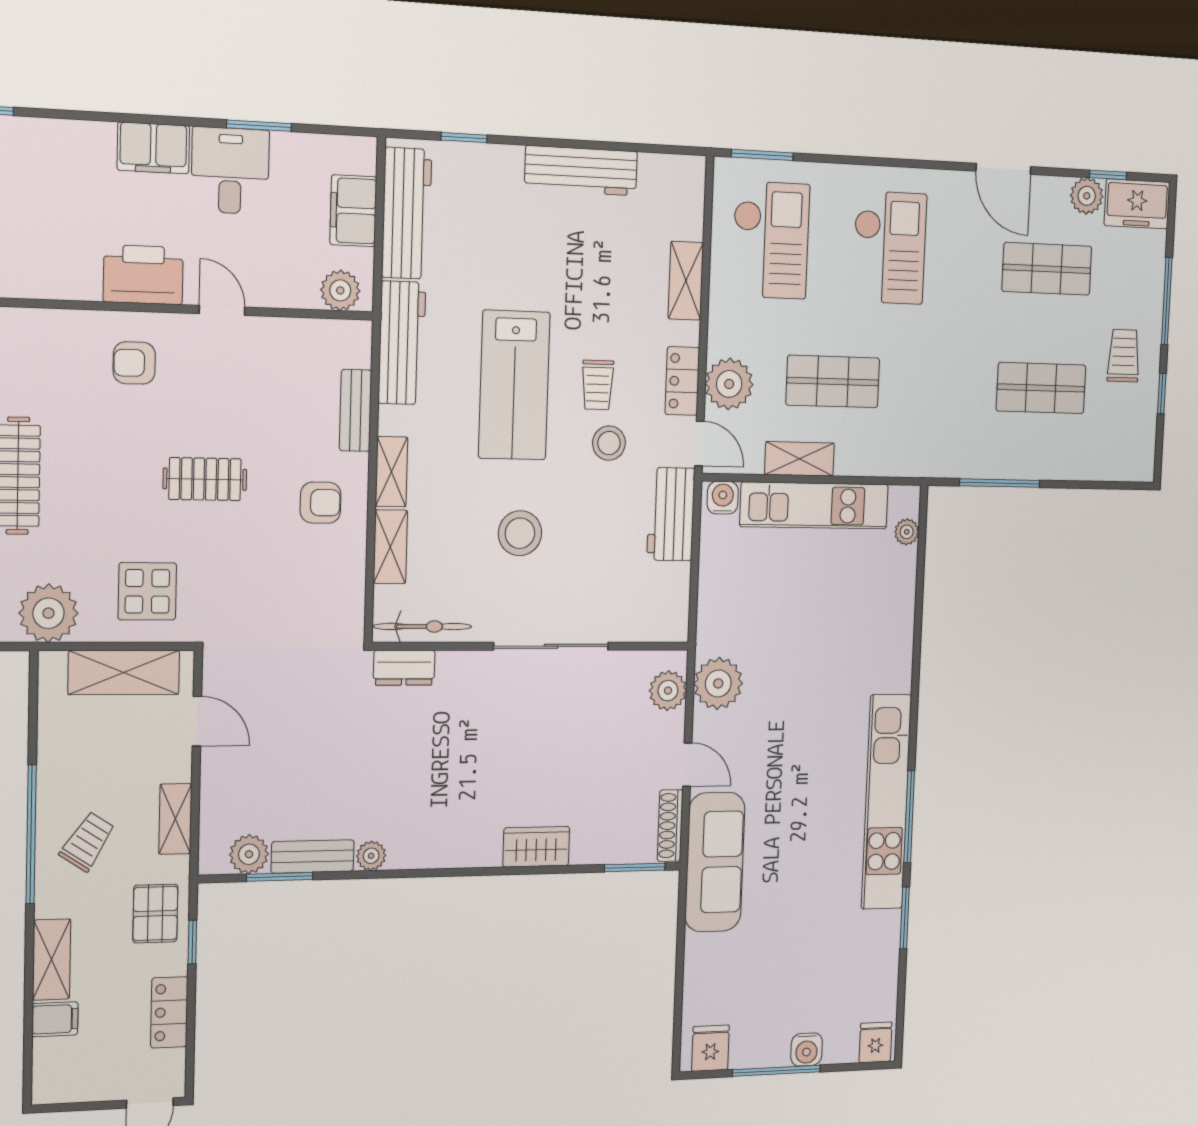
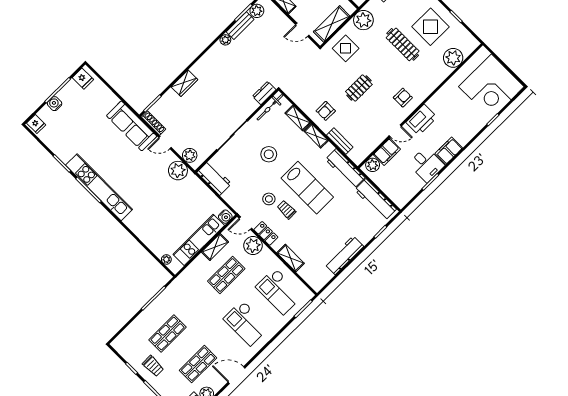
filing cabinet: (353, 211) -> (387, 152), moved, turned 90
lab bench: (514, 385) -> (307, 188), turned 180
workbench: (671, 514) -> (214, 178), moved

